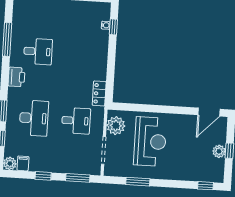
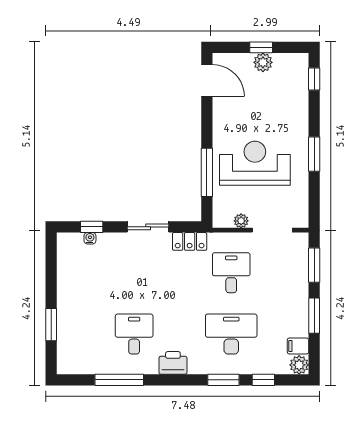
sliding door: (111, 66) -> (148, 227), added
window: (146, 108) -> (207, 172), added
plant: (116, 126) -> (241, 221), width x0.53, depth x0.53
window: (43, 176) -> (314, 316), width x1.50
window: (138, 182) -> (314, 154), moved

